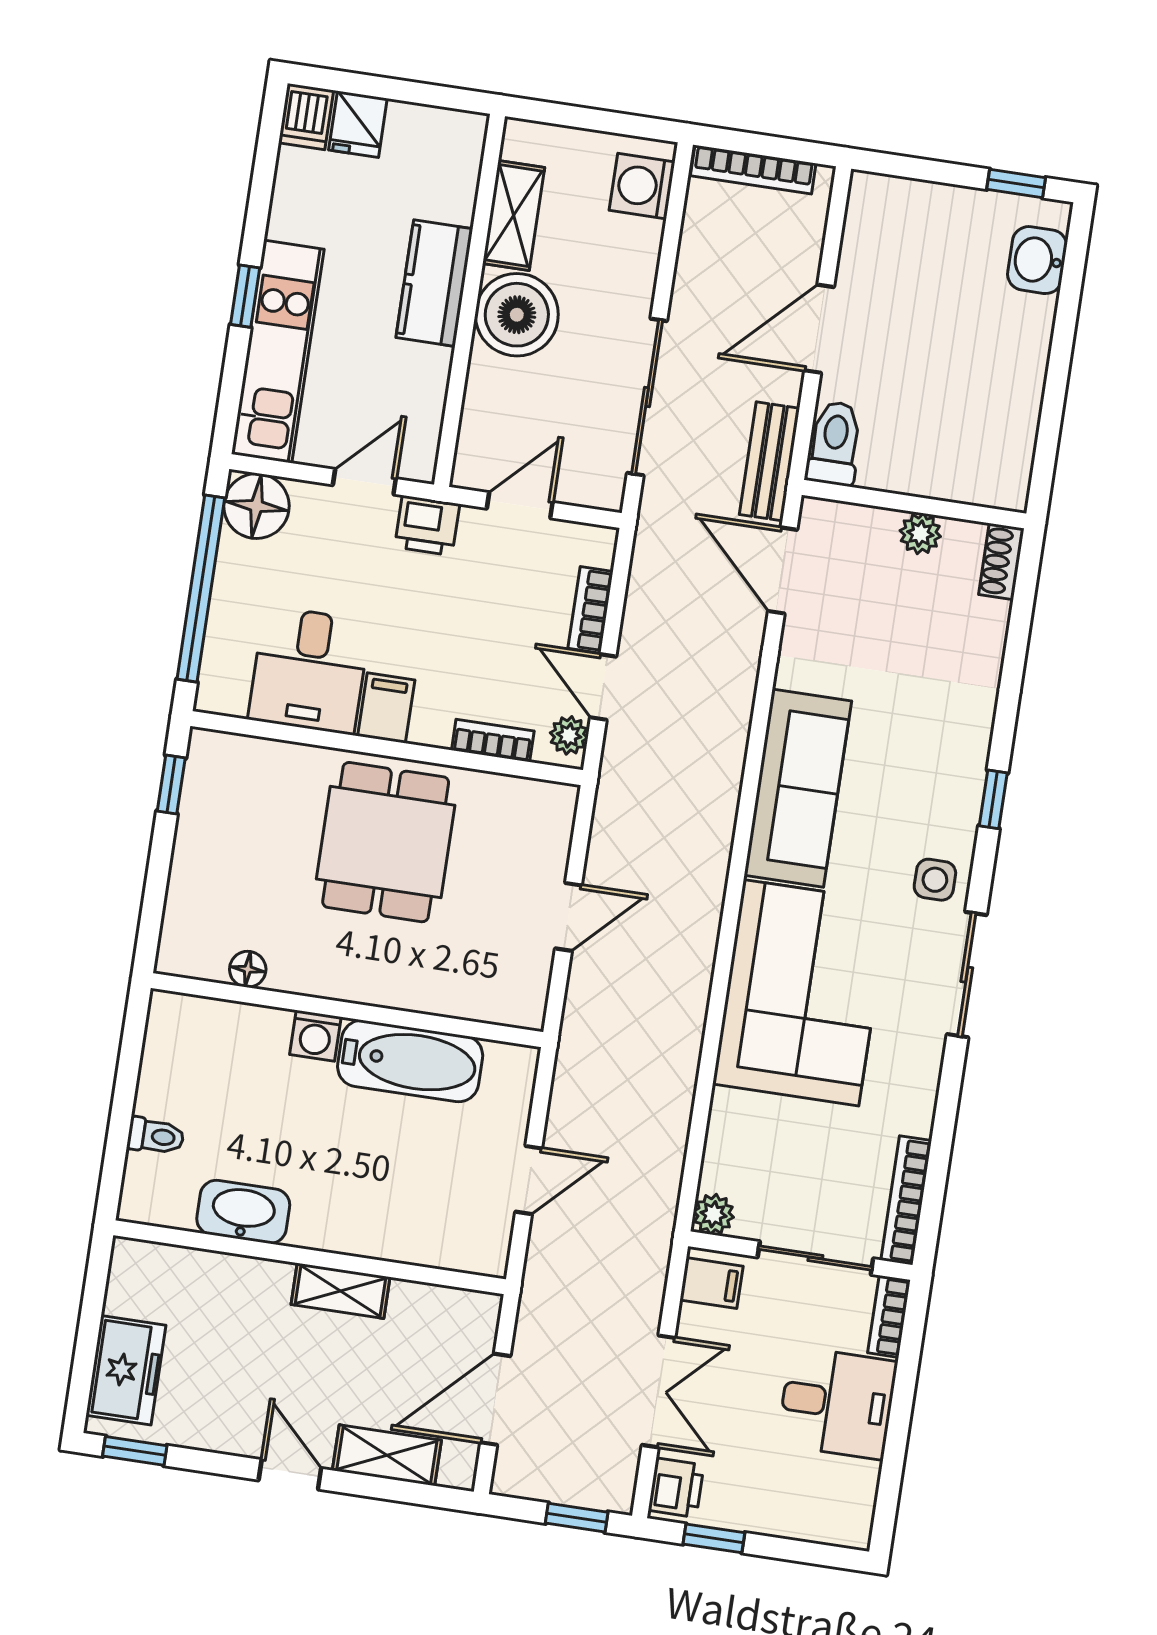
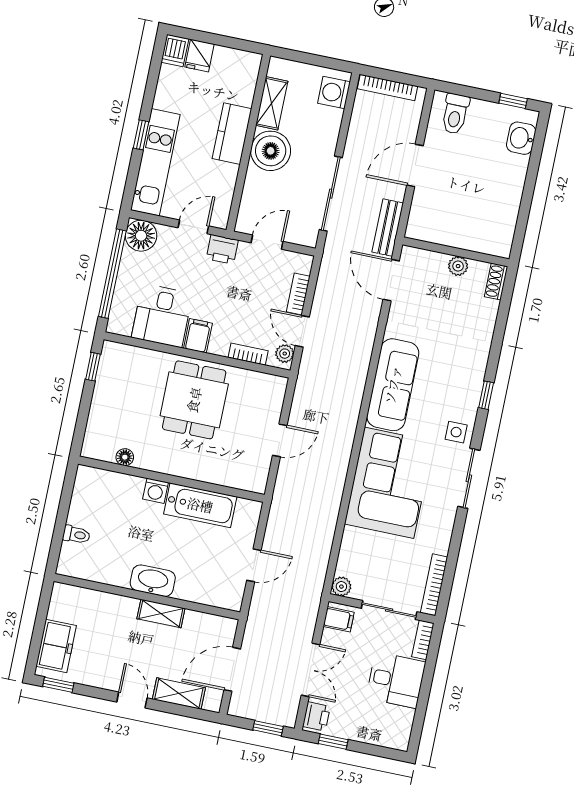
toilet: (834, 443) -> (455, 114), moved, turned 180
washbasin: (243, 1212) -> (153, 581), moved

